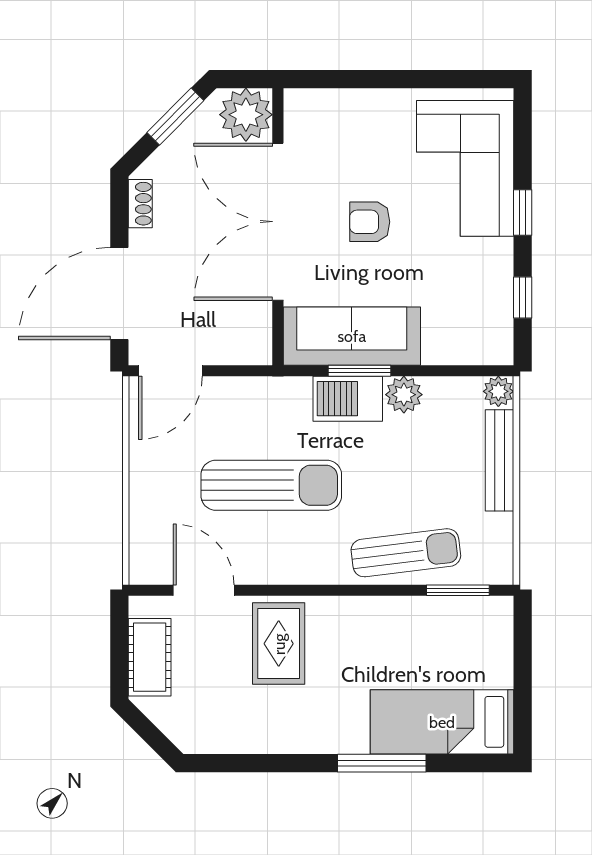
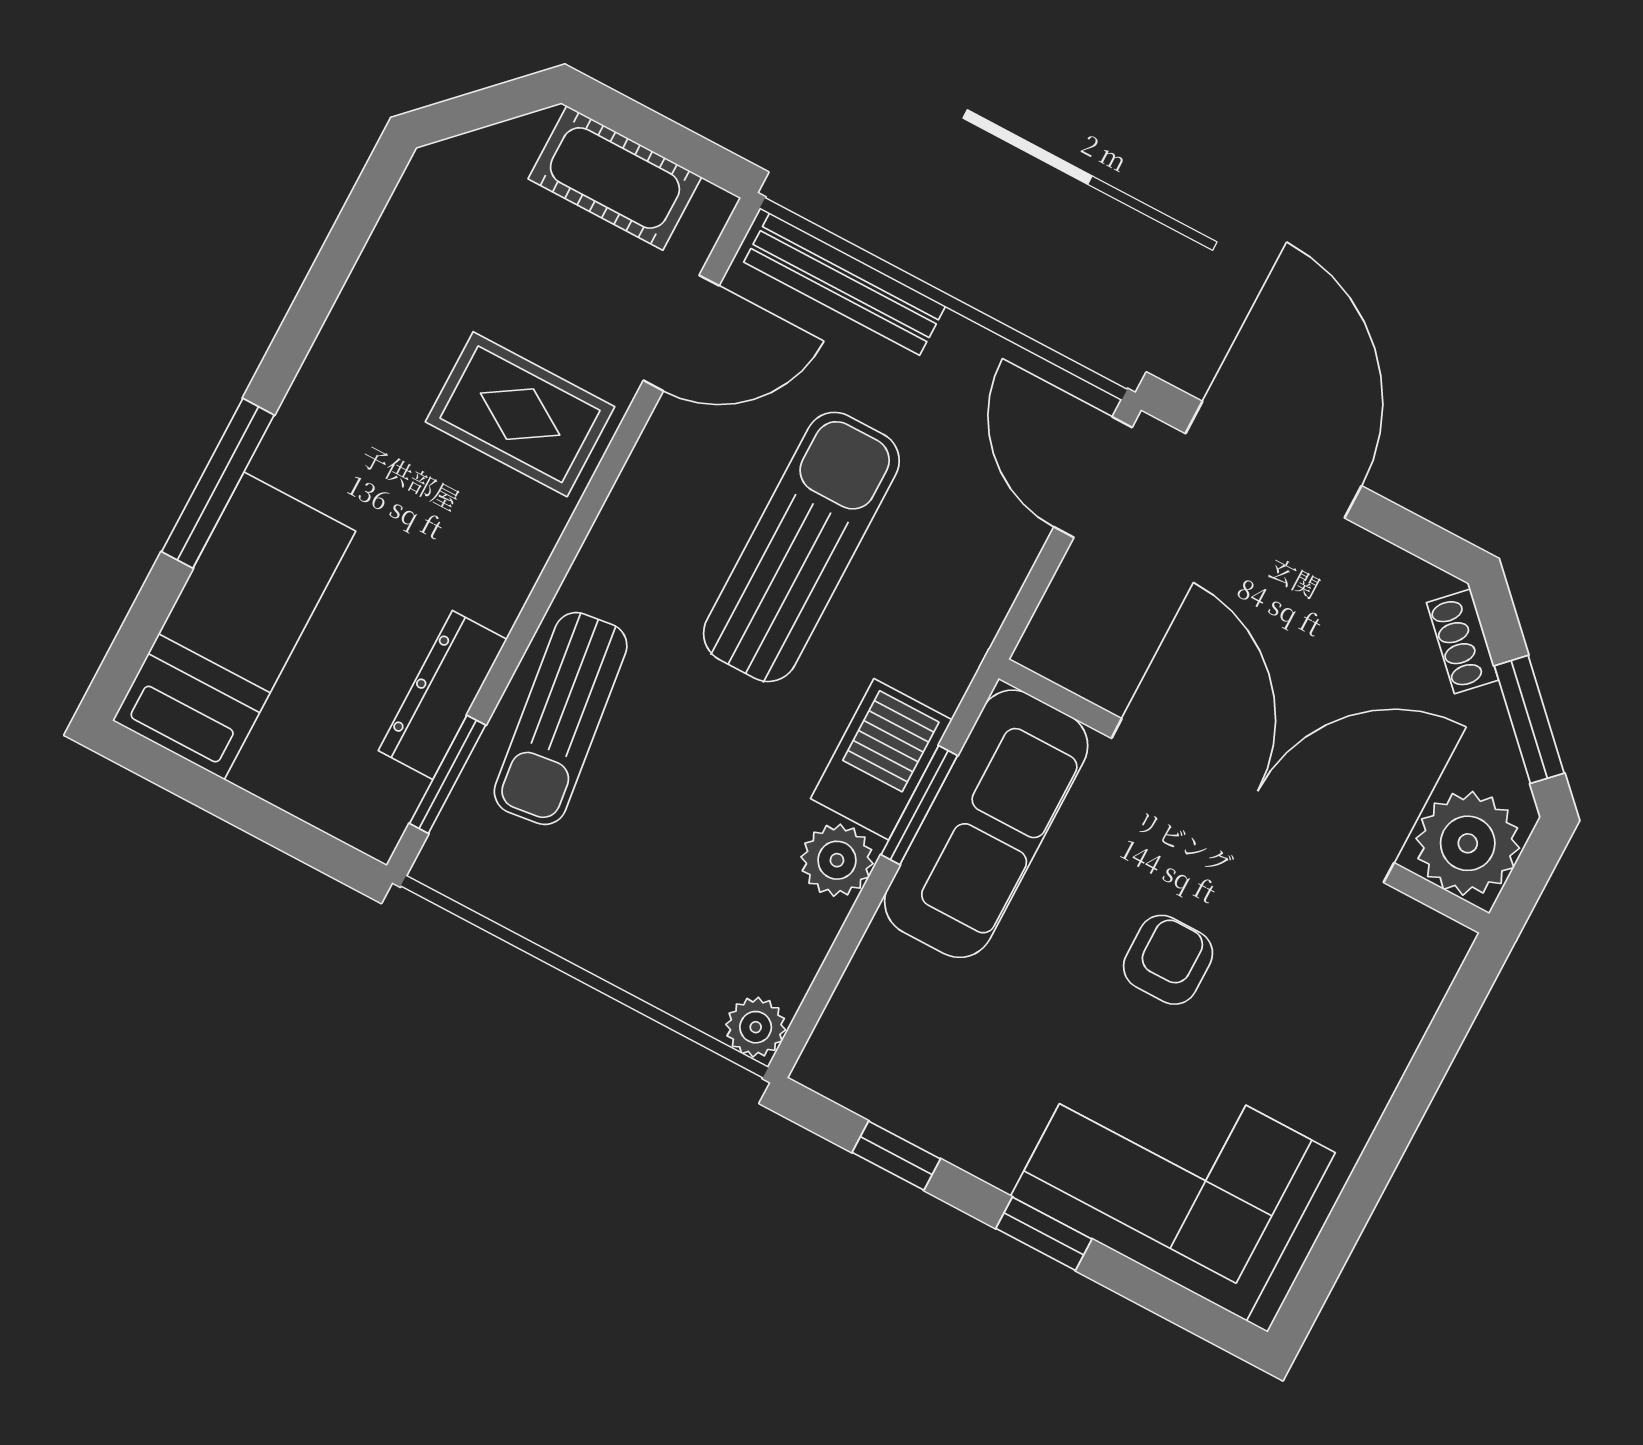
shoe rack: (140, 204) -> (1463, 641), moved, turned 45
bench: (499, 460) -> (845, 284), moved
sun lounger: (271, 485) -> (801, 547), turned 180
dresser: (423, 611) -> (443, 695), added

